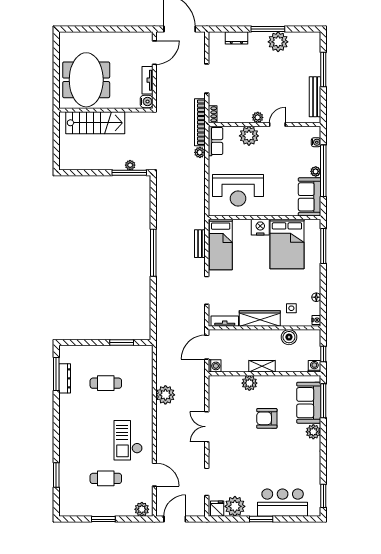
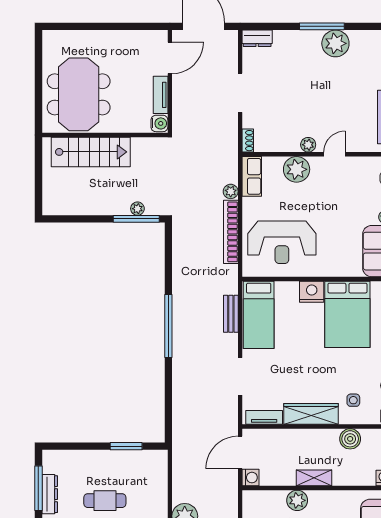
dresser: (236, 38) -> (257, 38), moved
bookcase: (200, 122) -> (231, 232), moved

